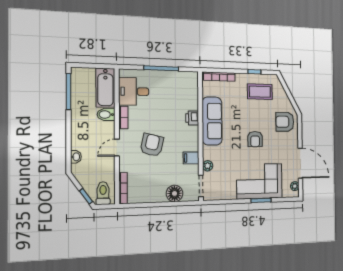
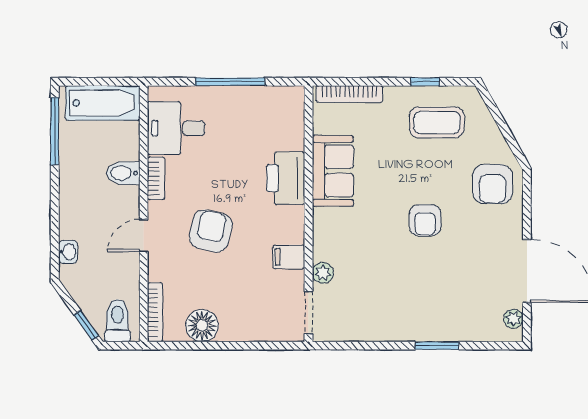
bathtub: (105, 88) -> (103, 103), moved, turned -90
printer: (192, 118) -> (286, 178), width x1.87, depth x1.48
sofa: (212, 121) -> (333, 171), width x0.73
armchair: (285, 122) -> (492, 184), turned -90
corner sofa: (259, 181) -> (434, 306), removed
floor lamp: (175, 193) -> (202, 326), moved

